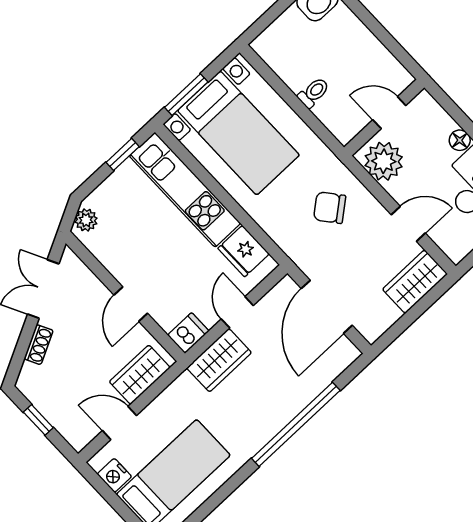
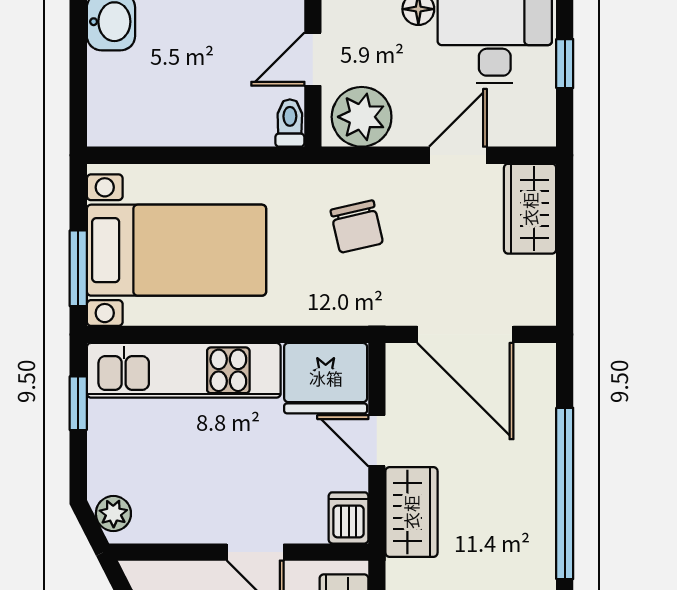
toilet: (314, 93) -> (290, 123), moved
chair: (330, 208) -> (357, 227), turned -64
fridge: (243, 251) -> (326, 378), width x1.36, depth x1.34

